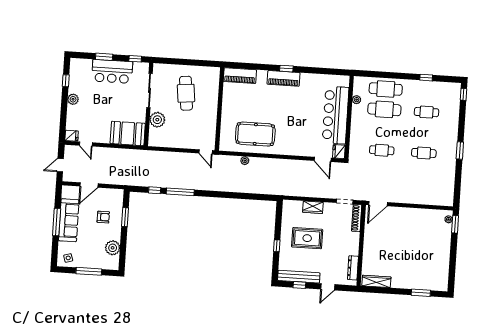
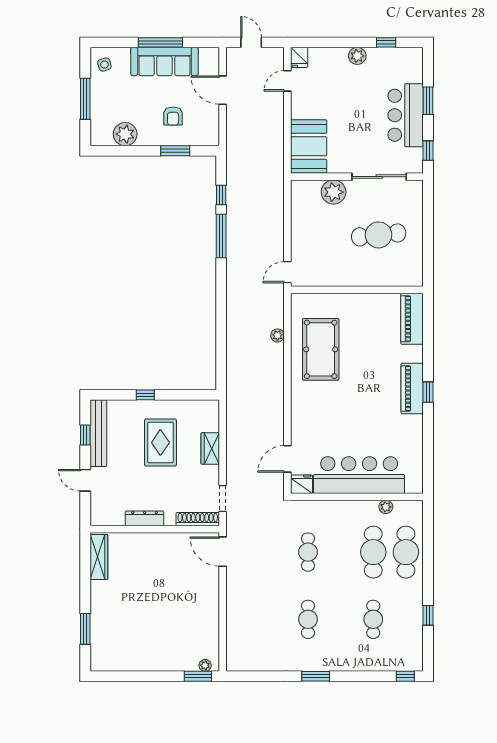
dresser: (353, 268) -> (145, 518), moved

